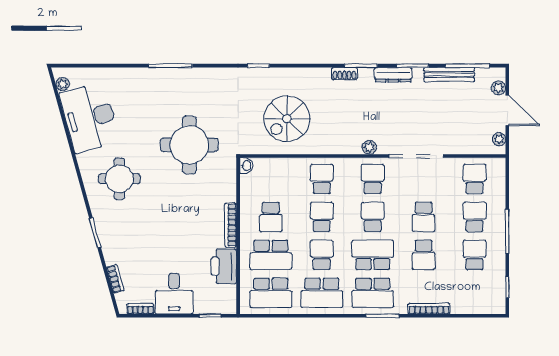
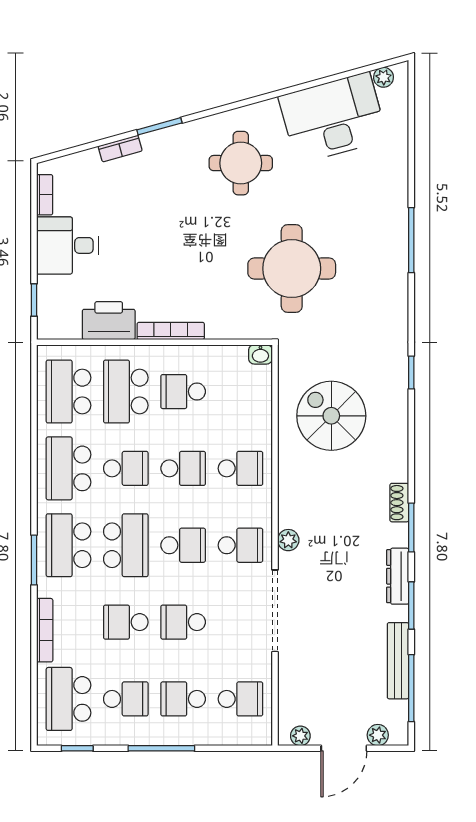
school desk: (475, 217) -> (183, 699), turned 180
bookcase: (115, 279) -> (120, 149), moved
school desk: (475, 293) -> (68, 699), added

